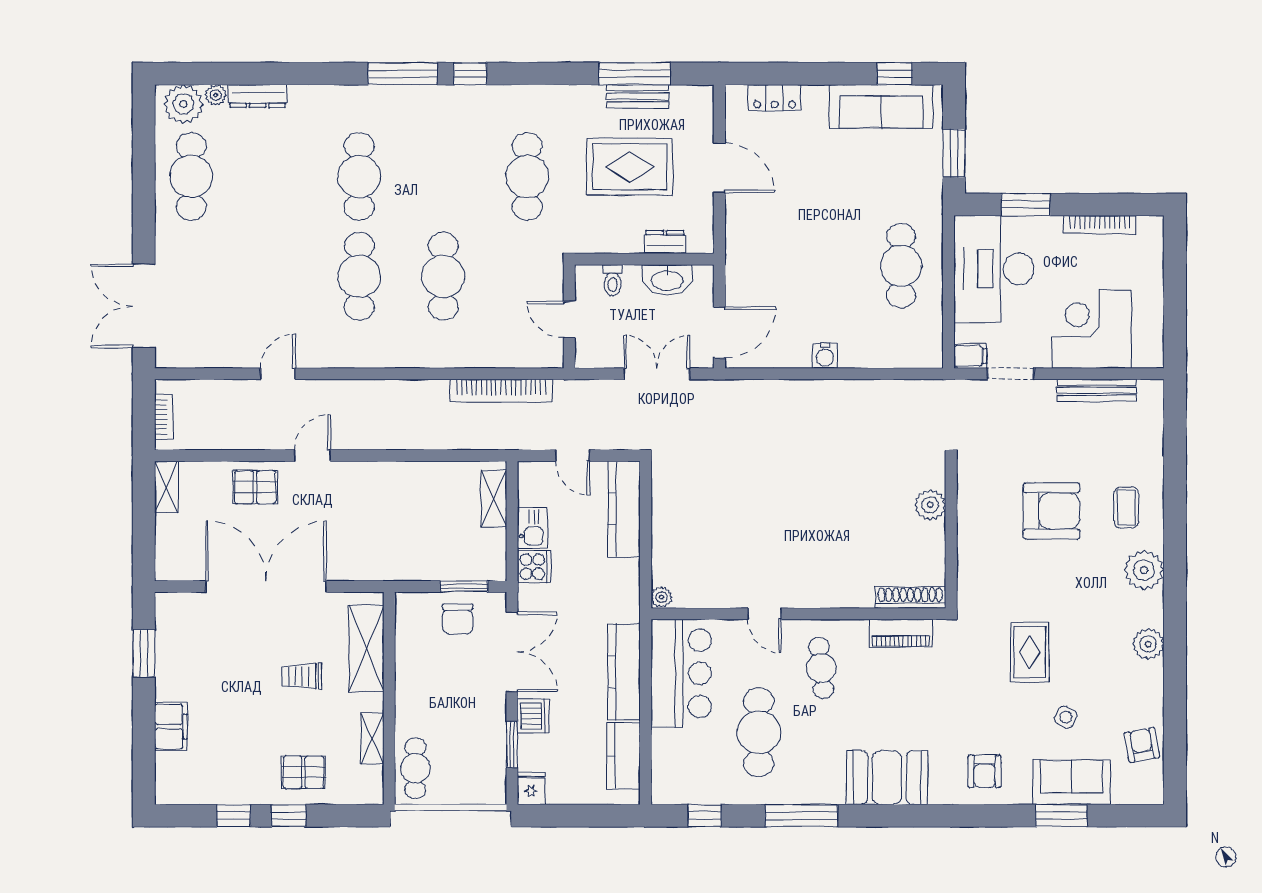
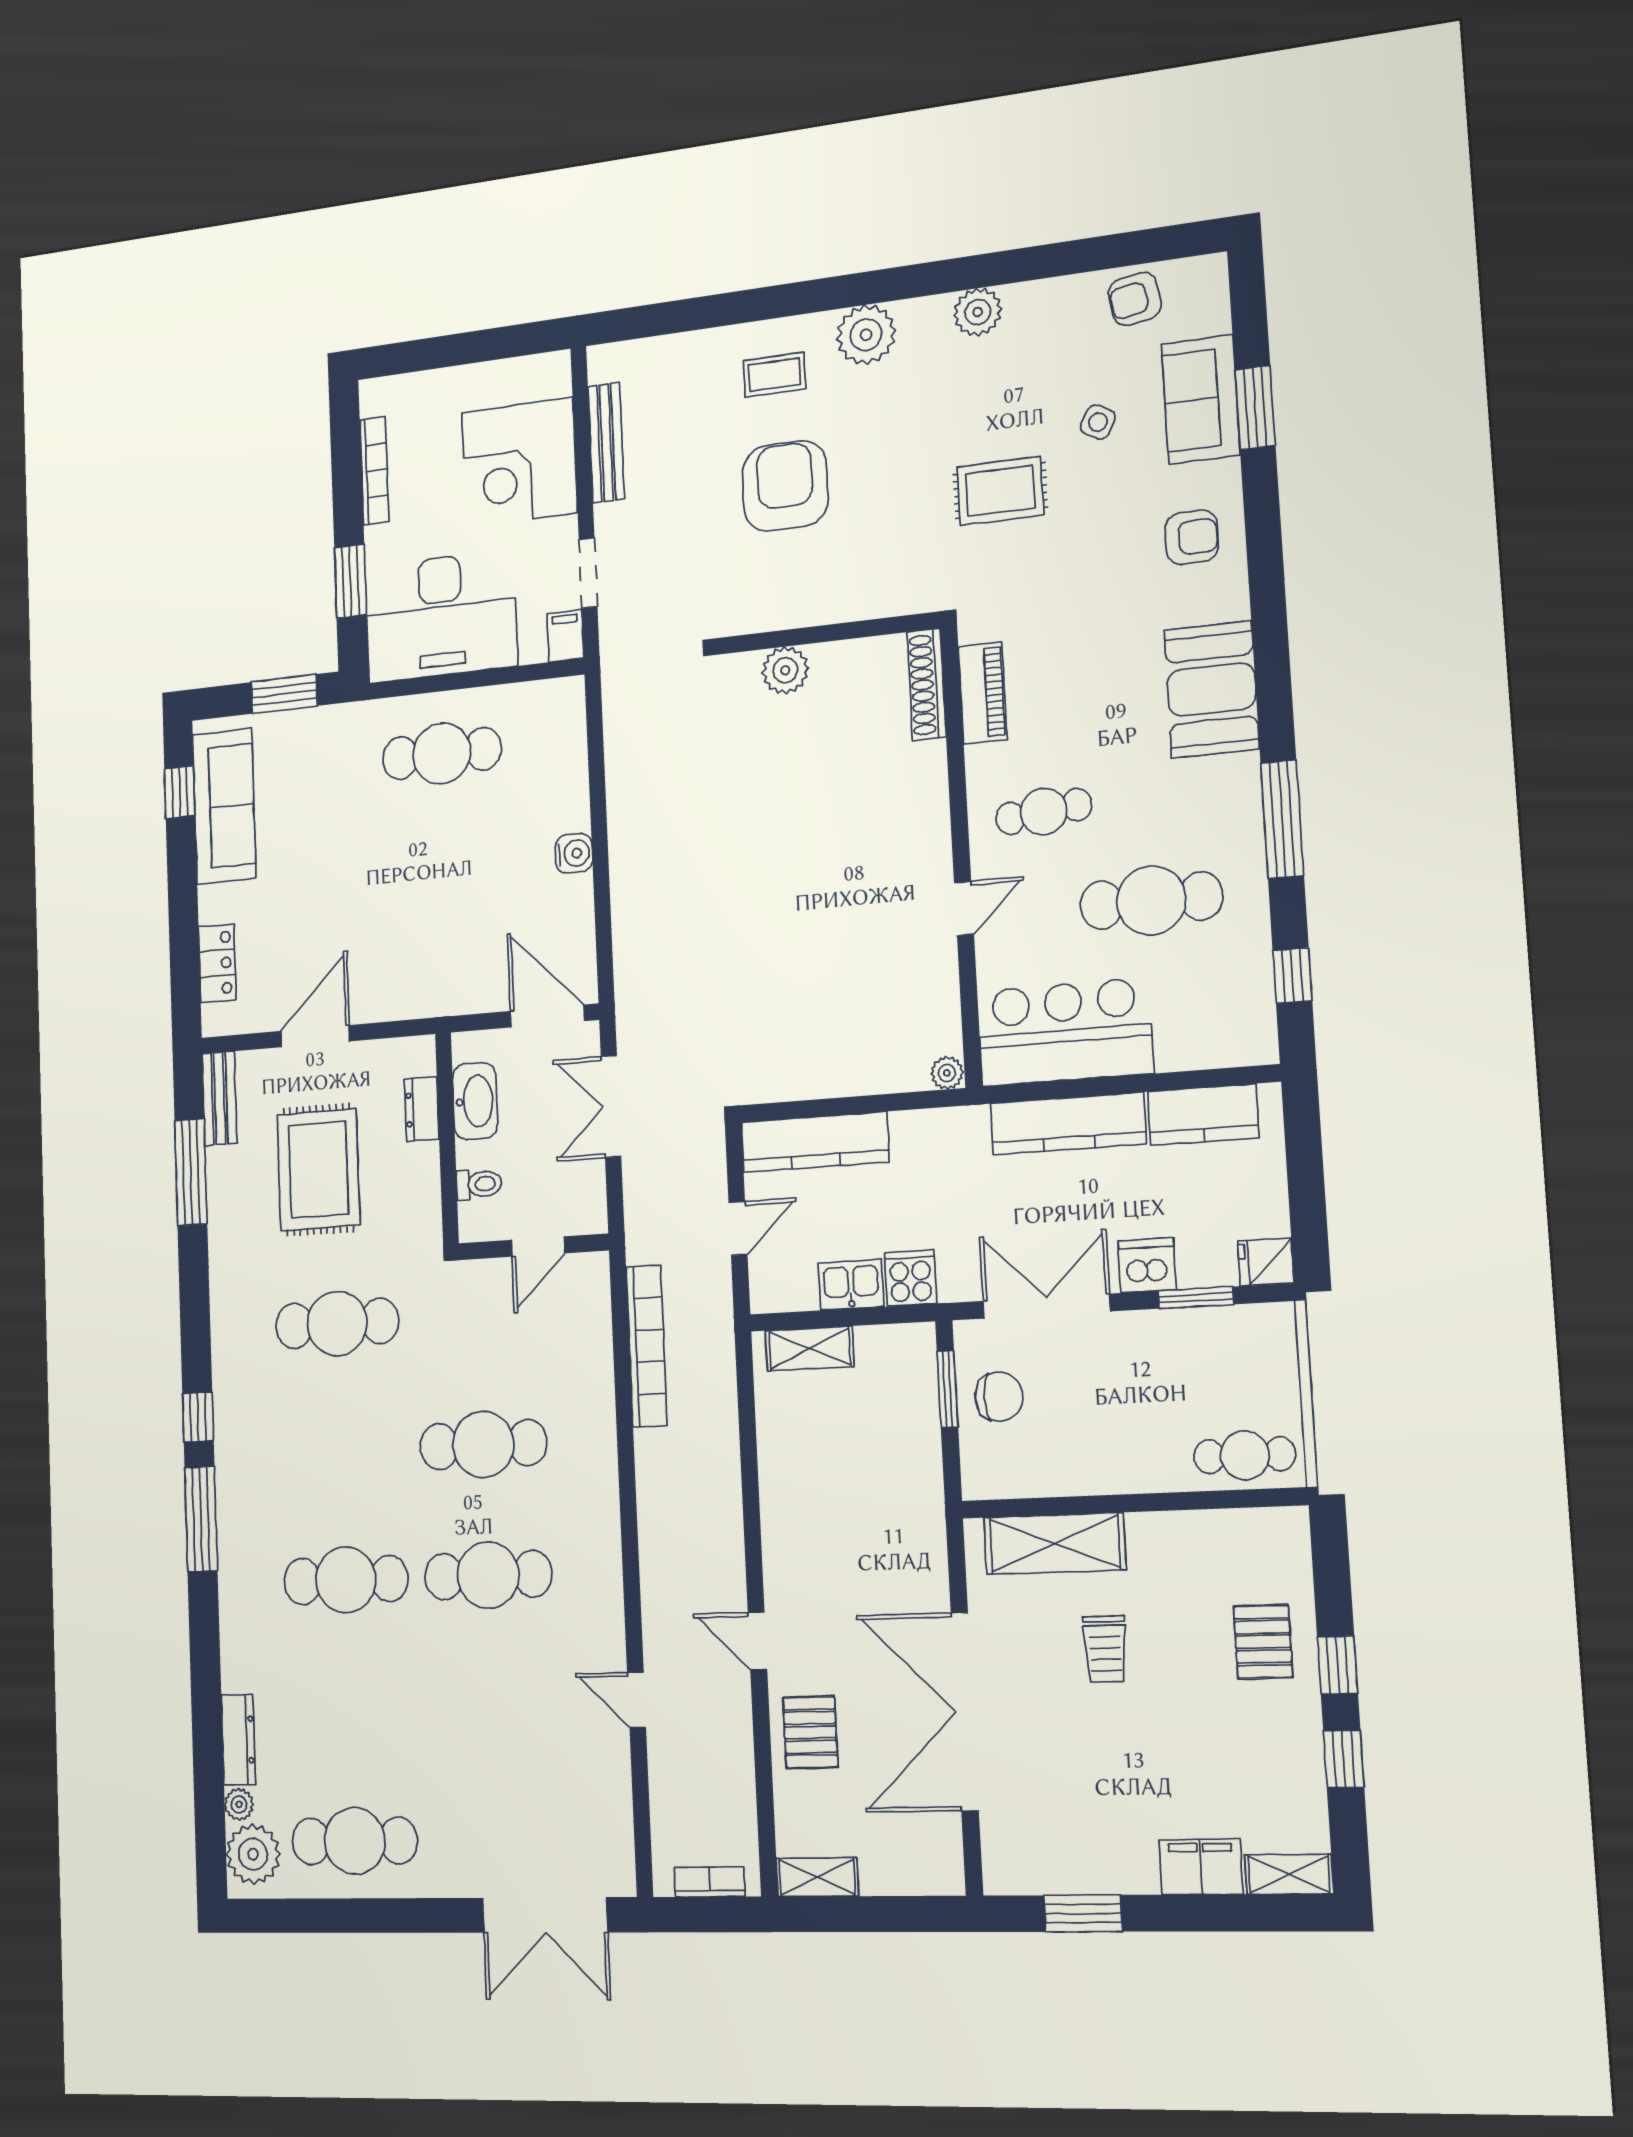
bench: (638, 96) -> (220, 1098), moved
shelving: (372, 738) -> (1289, 1874), moved

